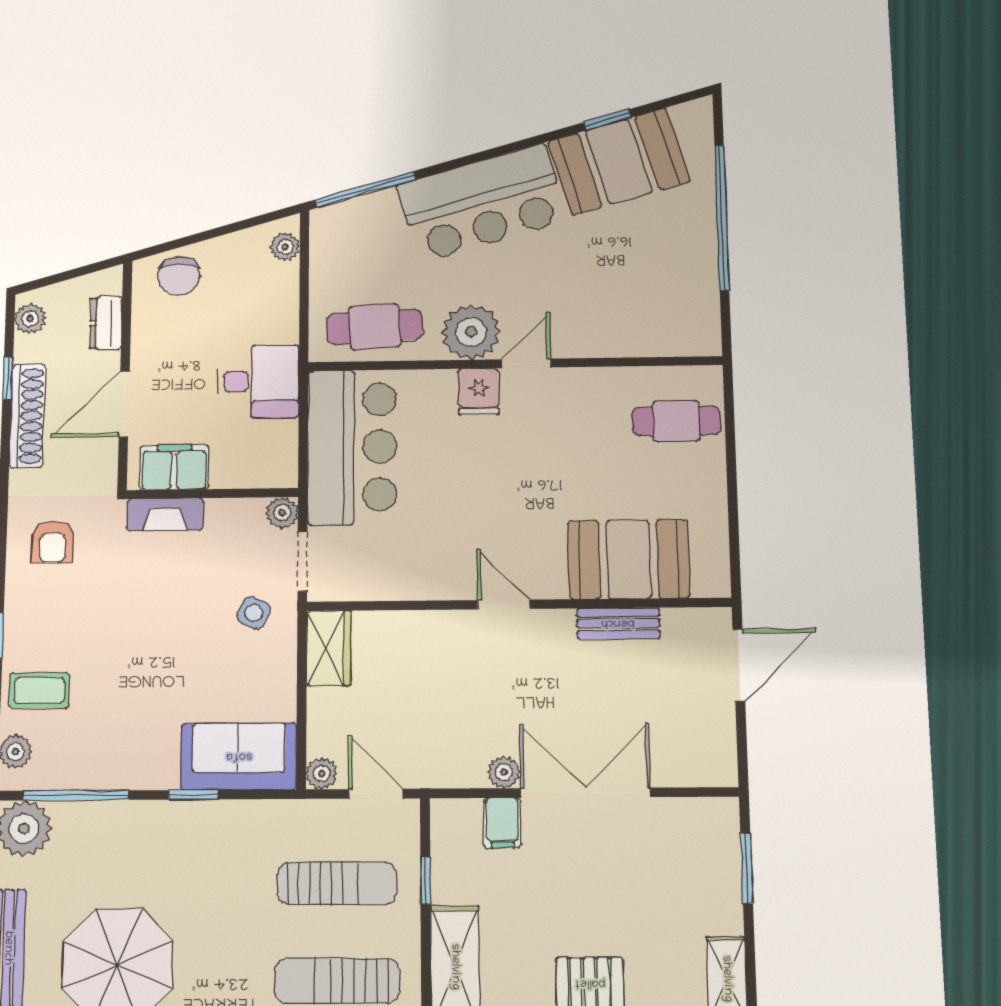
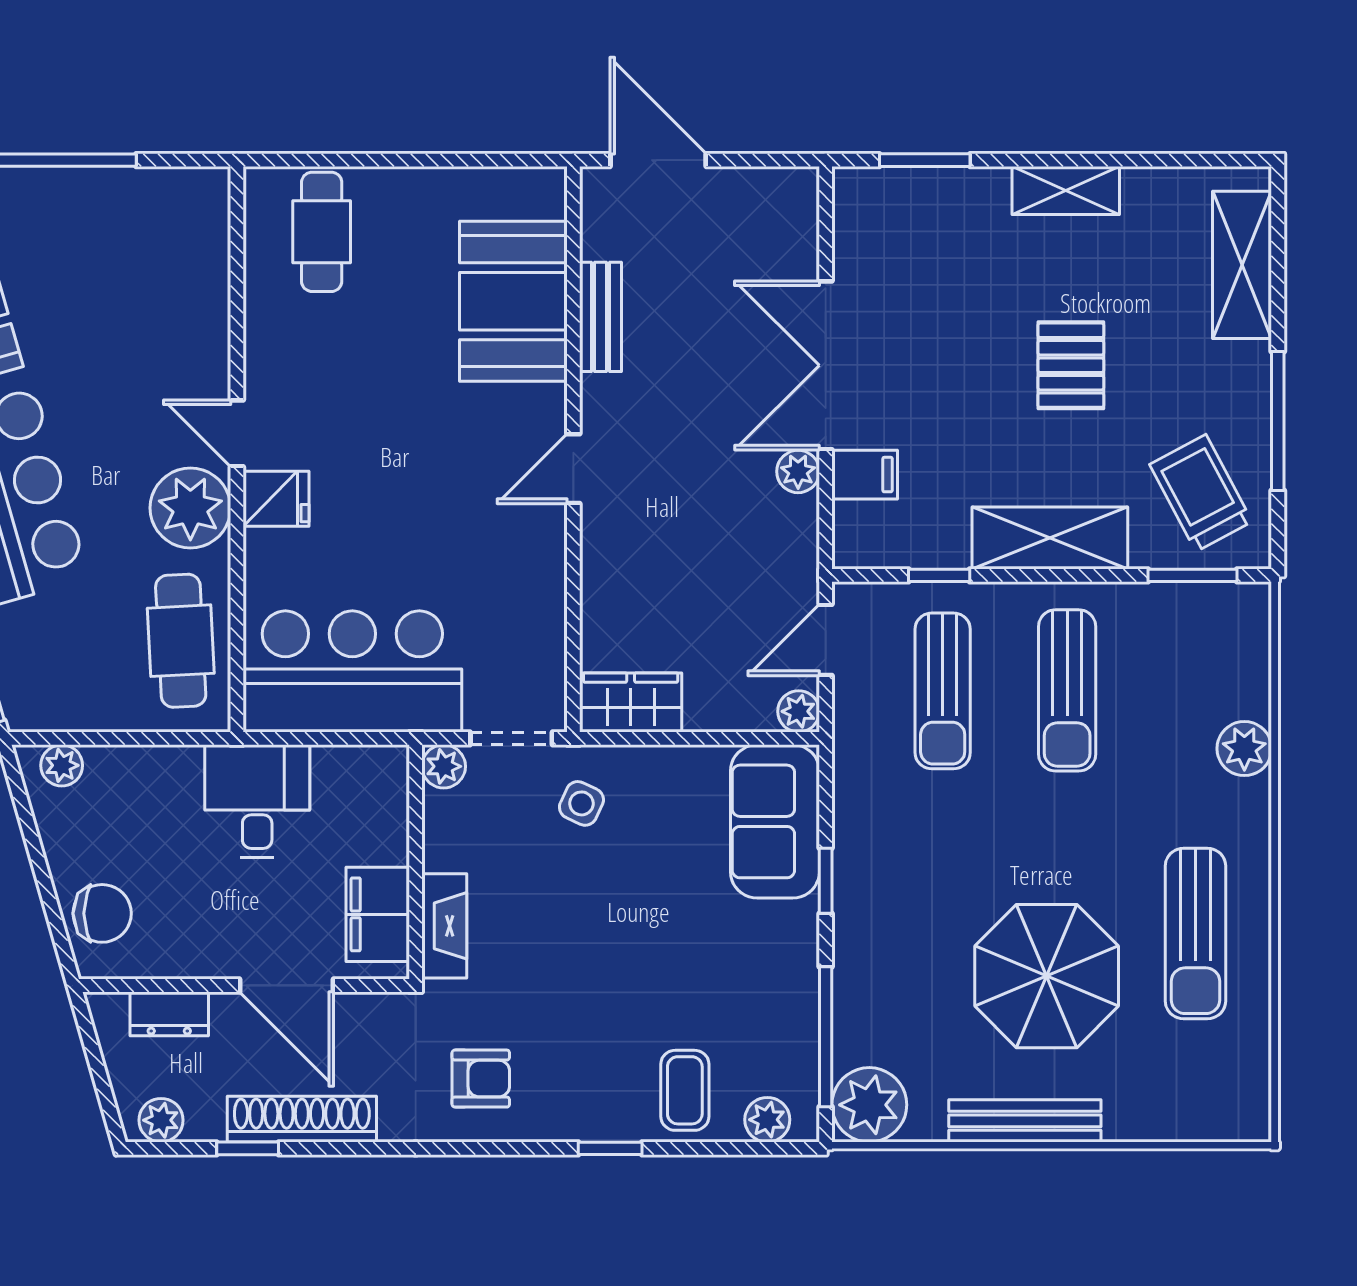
sun lounger: (337, 884) -> (943, 691), turned 180

